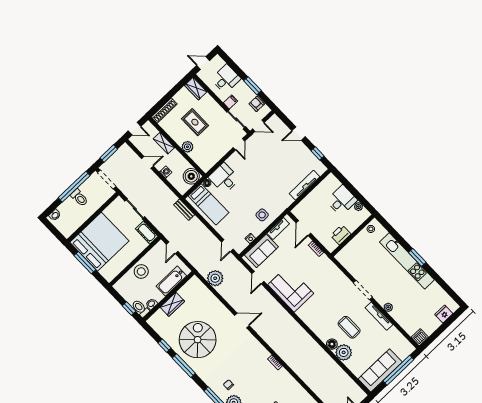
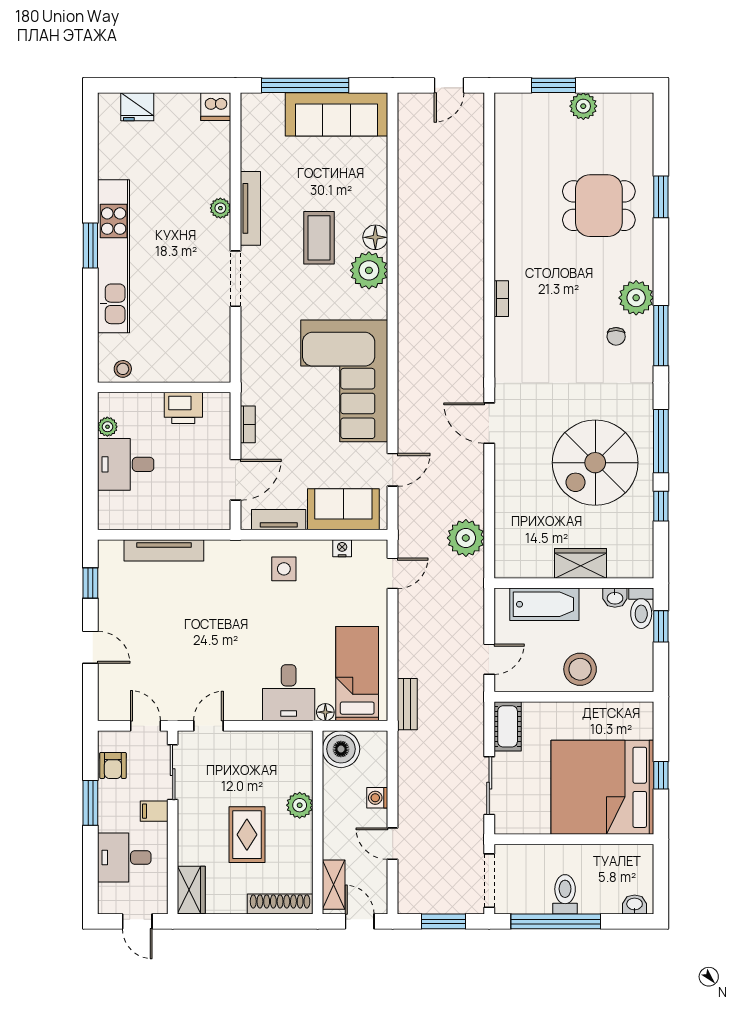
shelving: (164, 143) -> (334, 885), moved
window: (85, 263) -> (661, 775), width x0.46
corner sofa: (291, 289) -> (344, 381), width x1.36, depth x1.36
plant: (344, 352) -> (369, 270), moved

